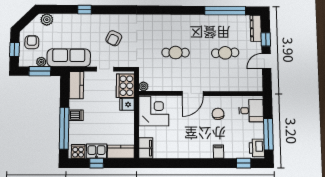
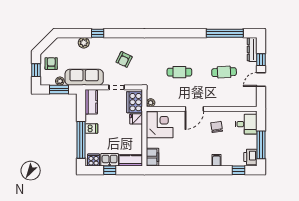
plant: (47, 20) -> (84, 43), moved

